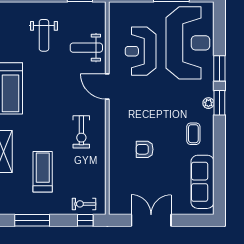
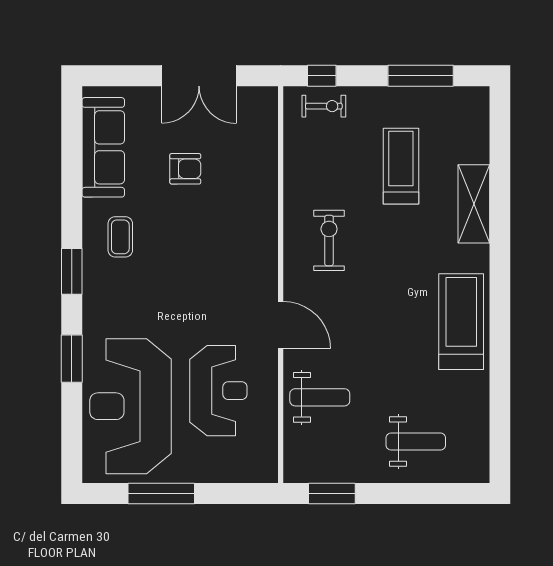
weight bench: (44, 35) -> (416, 442), moved, turned 90
plant: (208, 103) -> (92, 294), removed
window: (219, 103) -> (72, 271), moved
armchair: (145, 149) -> (185, 169), moved
treadmill: (43, 172) -> (401, 166), turned 180

